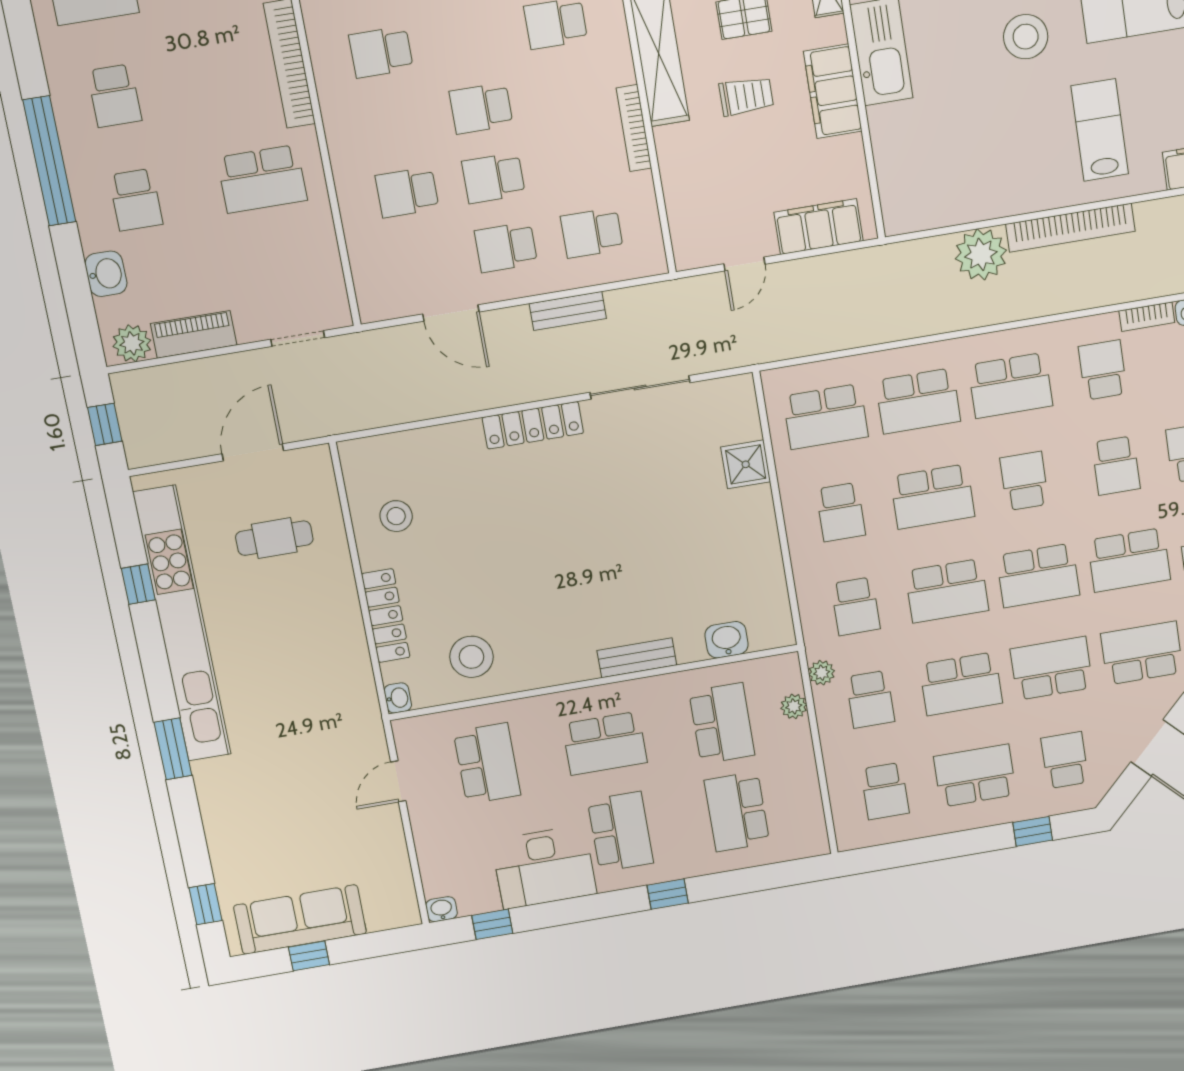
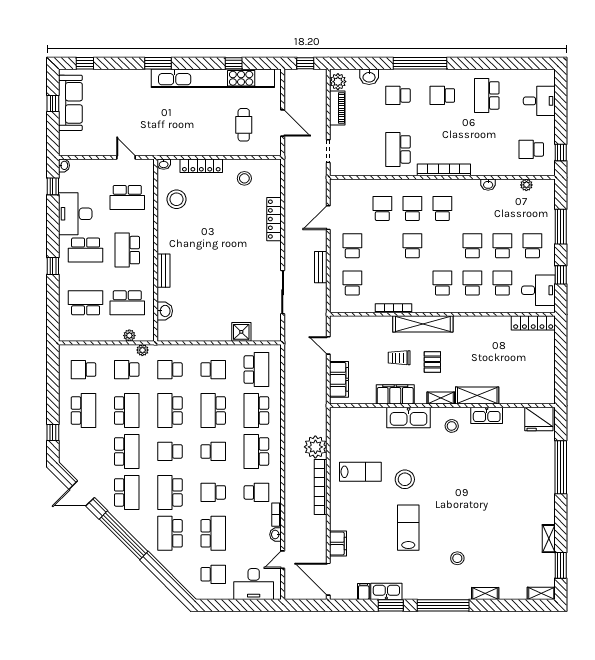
trolley: (746, 96) -> (399, 358), turned 90
lab bench: (1100, 130) -> (360, 472), moved
school desk: (494, 178) -> (412, 209), moved
school desk: (825, 417) -> (256, 370), turned 180
locker: (533, 425) -> (274, 219), moved
school desk: (841, 512) -> (213, 370), turned 180
school desk: (1038, 575) -> (170, 451), width x0.54
school desk: (961, 684) -> (127, 411), turned 180
school desk: (1065, 760) -> (83, 451), removed

